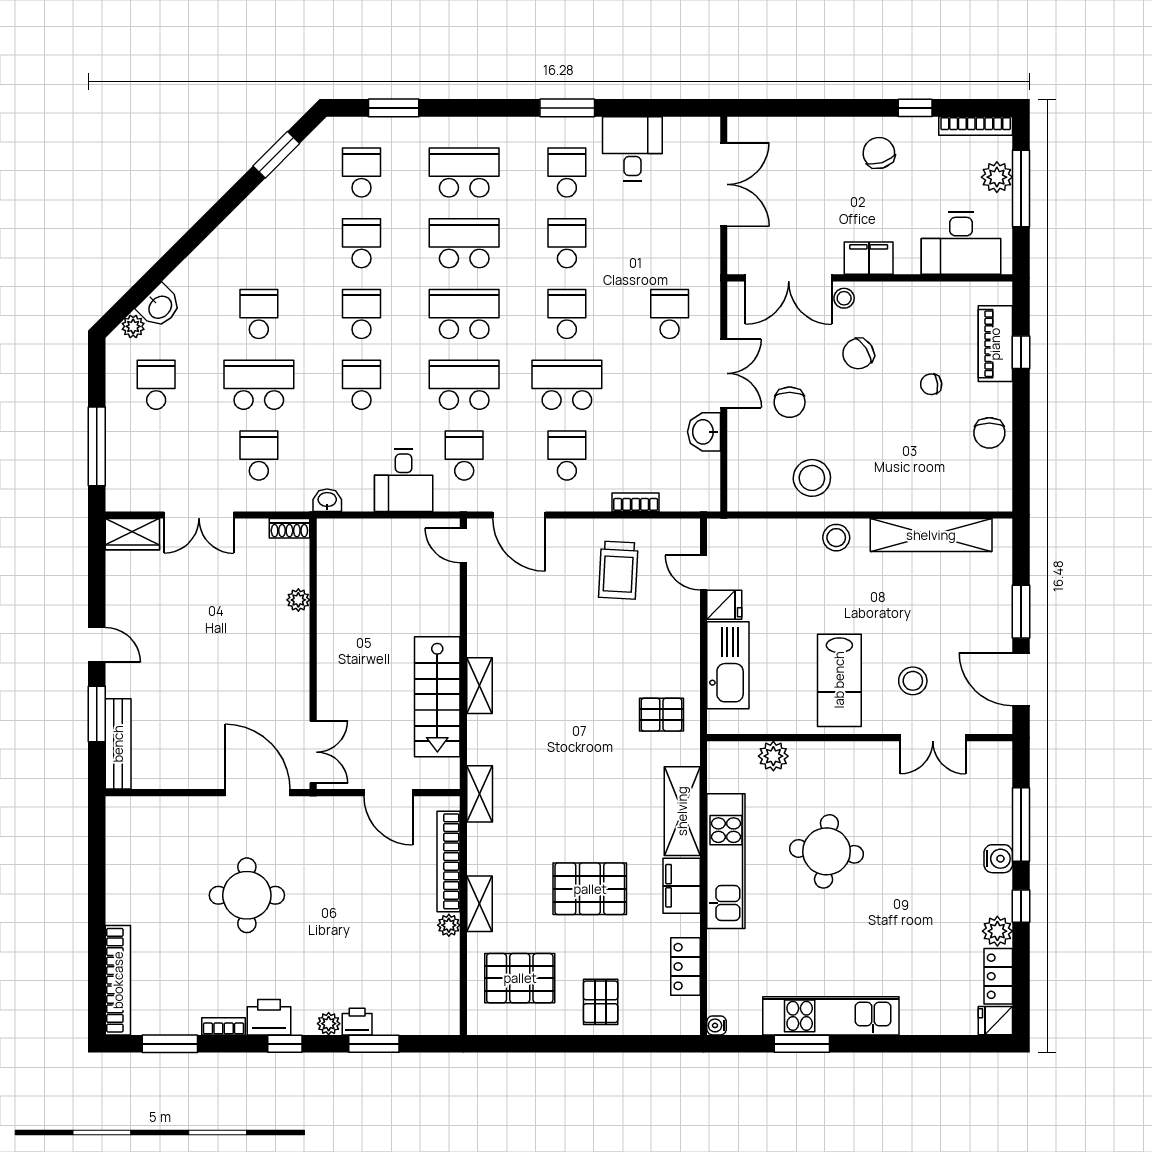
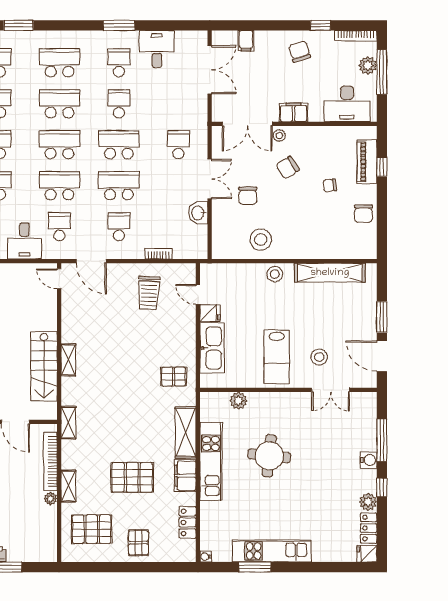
filing cabinet: (786, 134) -> (246, 41), added
school desk: (567, 314) -> (119, 145), width x1.85

